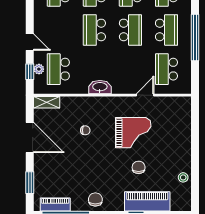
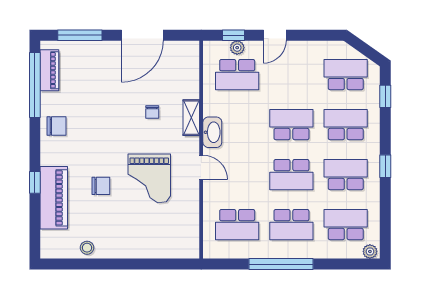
school desk: (58, 69) -> (237, 75), turned 180
school desk: (166, 69) -> (237, 225), turned 180
door: (145, 95) -> (201, 167), moved
shelving: (47, 102) -> (191, 118), moved
window: (30, 183) -> (80, 35), width x1.44

